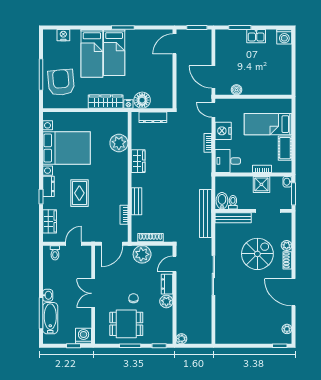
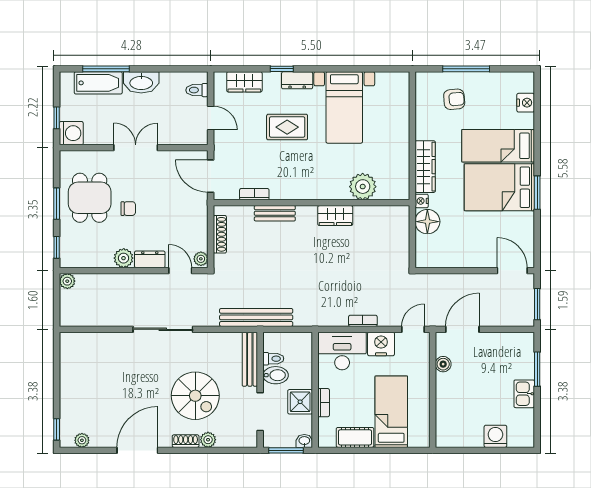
washing machine: (284, 37) -> (495, 436), moved, turned 90
bed: (114, 52) -> (499, 187), width x1.50
armchair: (61, 82) -> (454, 99), width x0.53, depth x0.53
dresser: (153, 117) -> (402, 238), removed
bed with nightstands: (66, 148) -> (344, 107), width x0.73
desk: (228, 161) -> (342, 351), width x1.37
bidet: (222, 201) -> (276, 375), moved
plant: (142, 254) -> (201, 259), moved, width x0.53, depth x0.53
washbasin: (48, 295) -> (141, 82), width x1.91, depth x1.45

